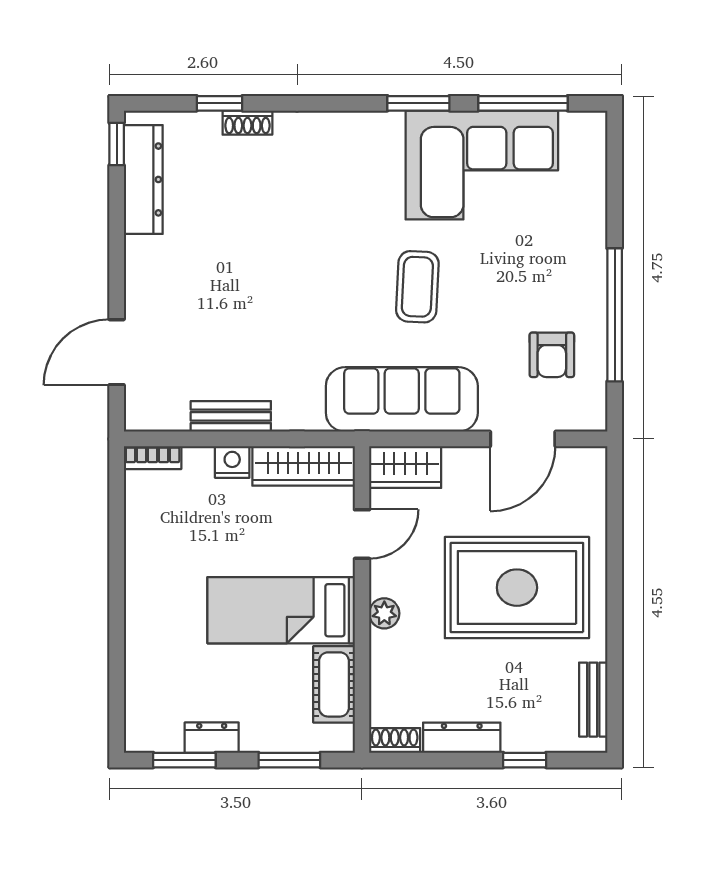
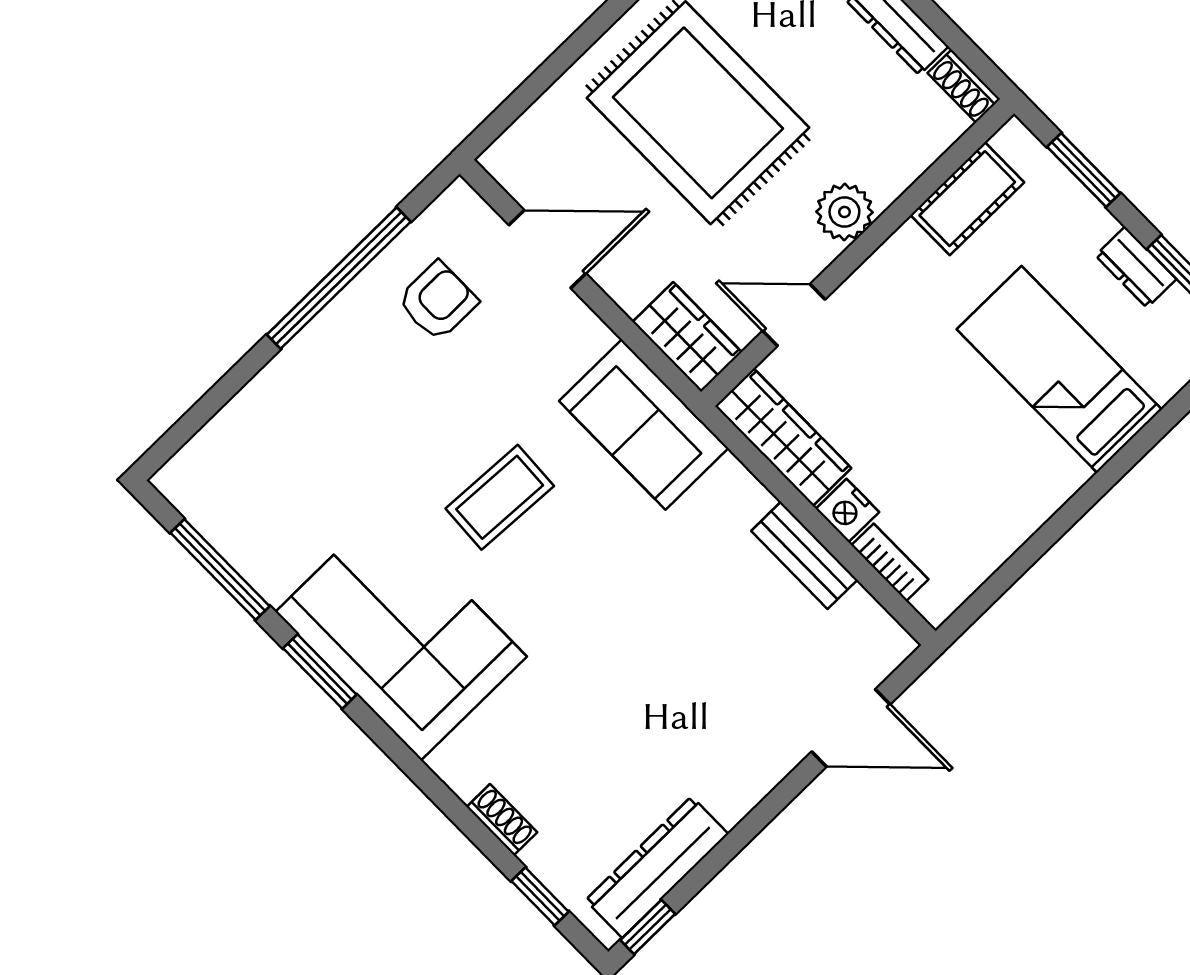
window: (220, 103) -> (540, 896), moved
corner sofa: (482, 165) -> (401, 634), moved
sofa: (402, 399) -> (644, 425), width x0.73
bookcase: (153, 458) -> (890, 562), moved
bed: (281, 610) -> (1059, 369), moved, turned 180
plant: (384, 613) -> (844, 212), width x1.38, depth x1.38

